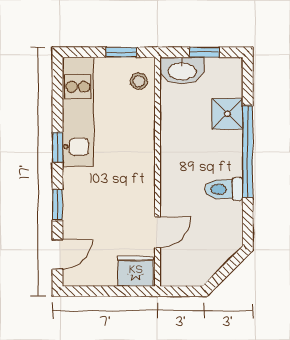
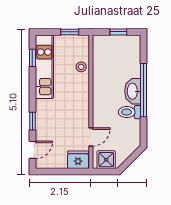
washbasin: (182, 71) -> (133, 91), moved, turned 90
stool: (139, 81) -> (81, 67), moved
shower: (227, 114) -> (106, 160), moved
window: (58, 147) -> (32, 58), moved

